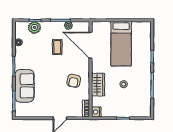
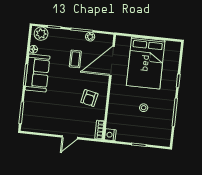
plant: (34, 27) -> (41, 34), moved
bed: (121, 44) -> (146, 63), width x1.50
door: (90, 45) -> (112, 61), hinge flipped
wardrobe: (98, 85) -> (116, 105), removed
sofa: (25, 86) -> (37, 73), moved

